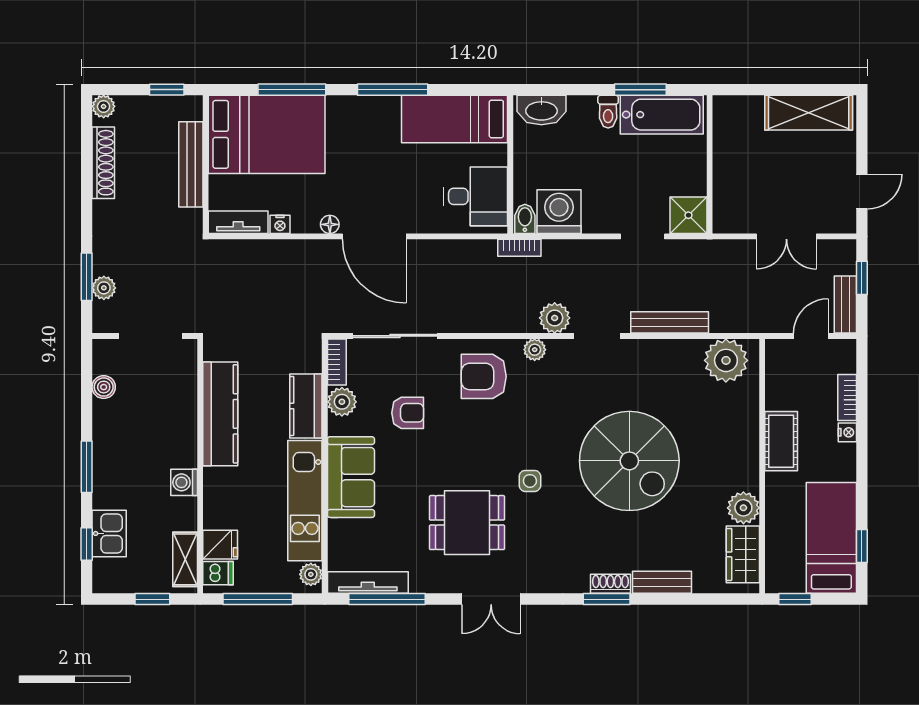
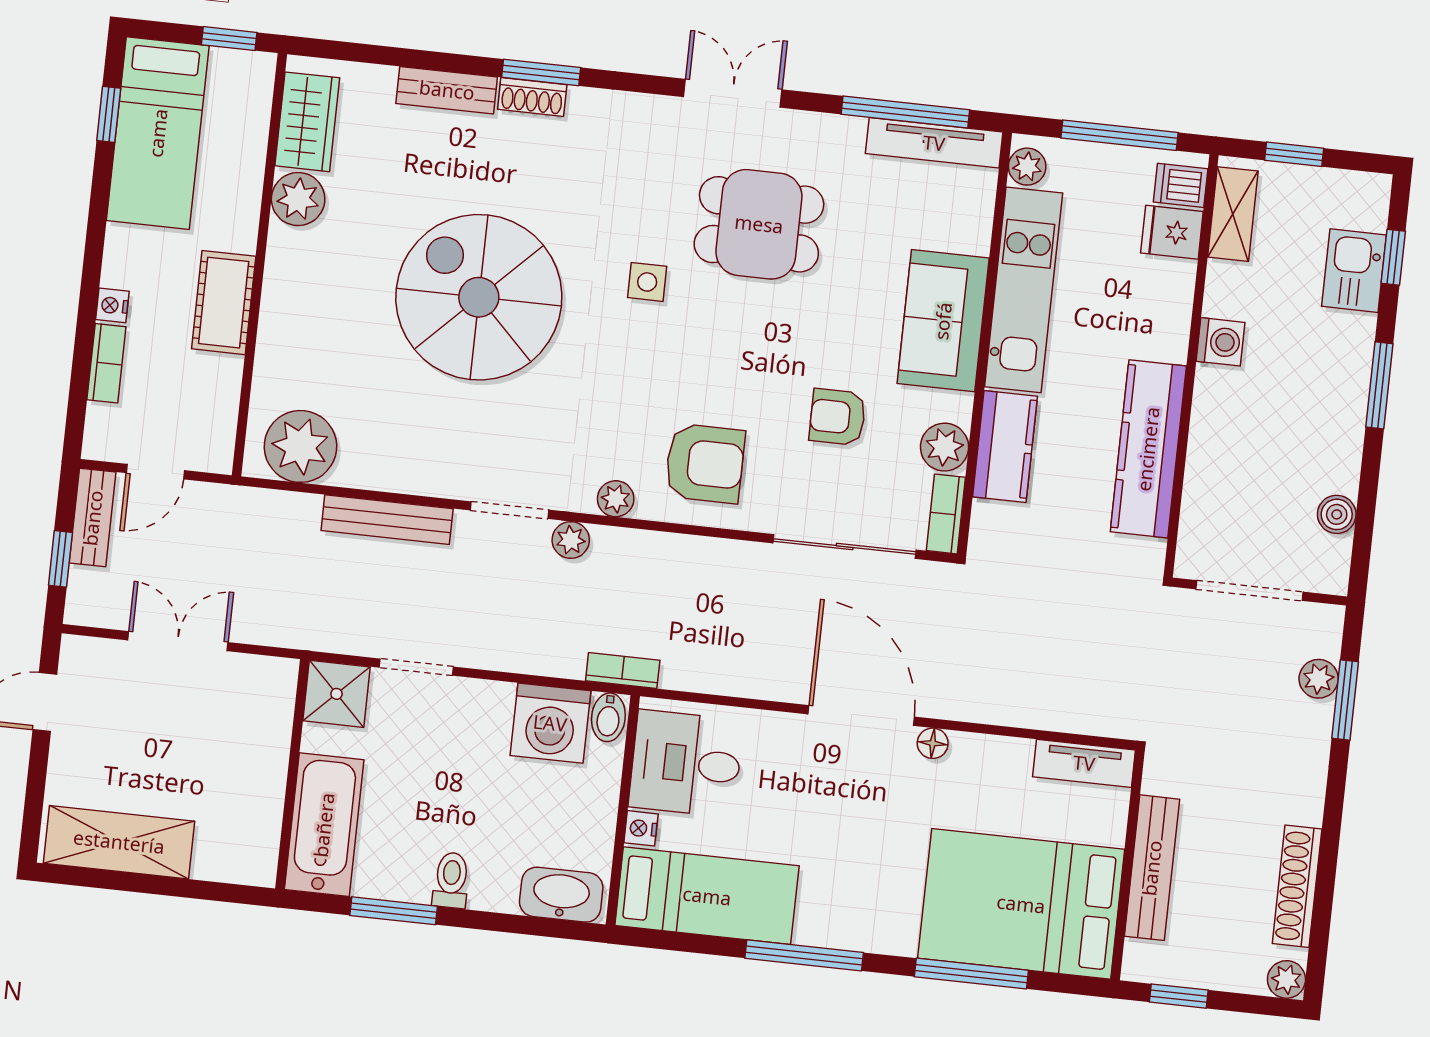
bathtub: (662, 115) -> (324, 825), moved, turned 90
nightstand: (280, 224) -> (641, 828), moved, turned -90
plant: (555, 318) -> (571, 540), width x0.73, depth x0.73

